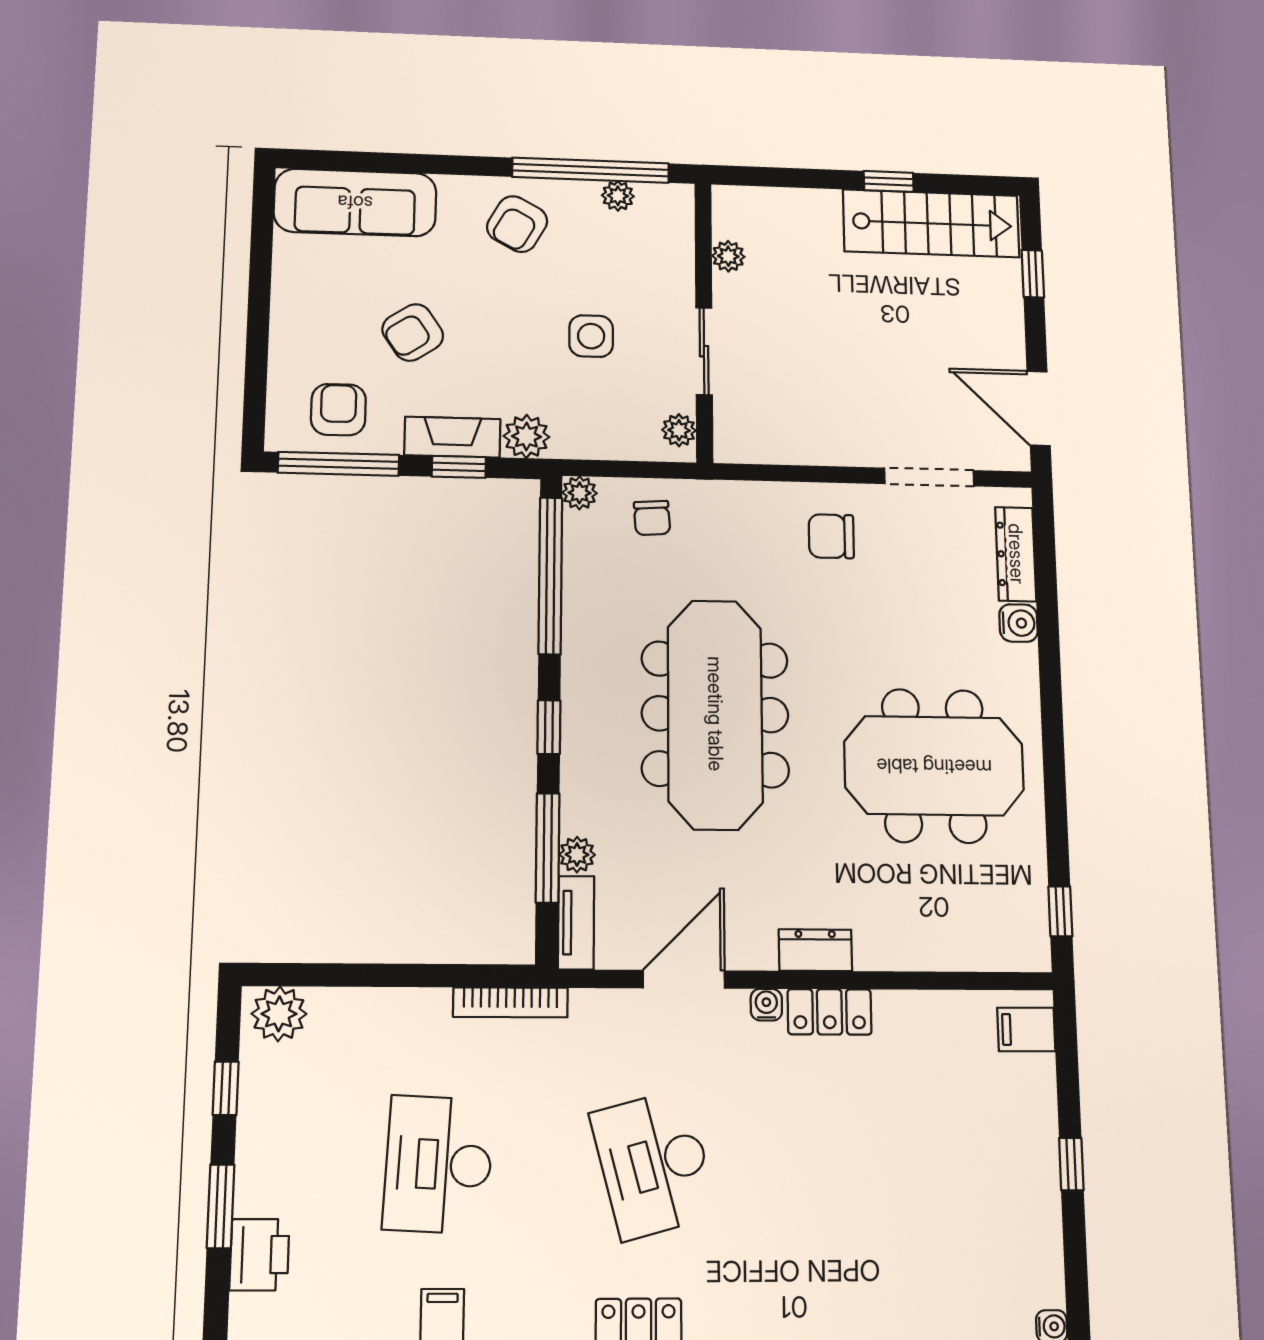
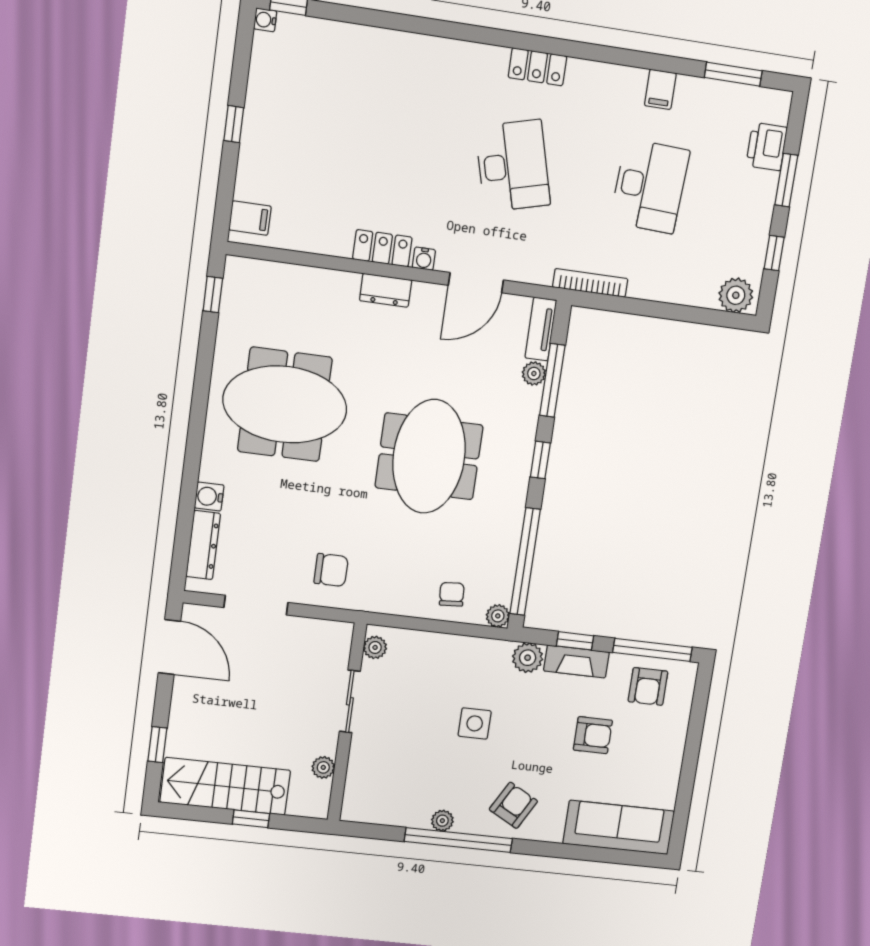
plant: (728, 256) -> (323, 767), moved
wall: (704, 321) -> (347, 722), moved
armchair: (413, 332) -> (593, 735), turned 34
sliding door: (704, 351) -> (350, 701), moved
plant: (679, 430) -> (375, 647), moved
meeting table: (715, 714) -> (429, 456), width x0.73

